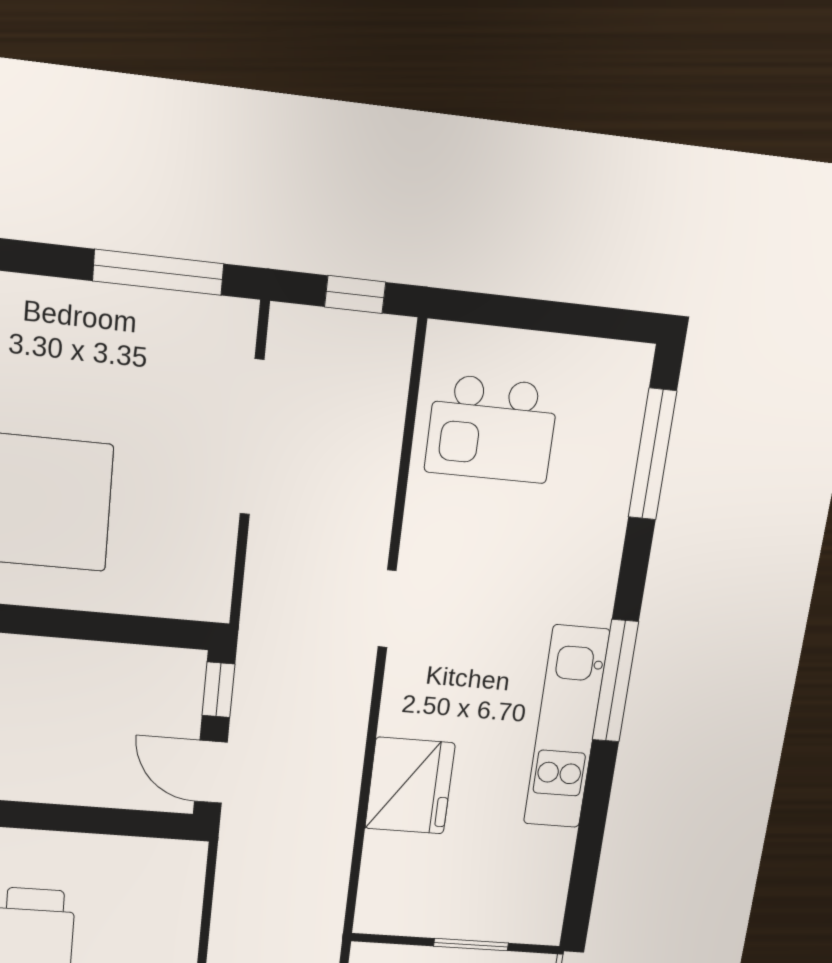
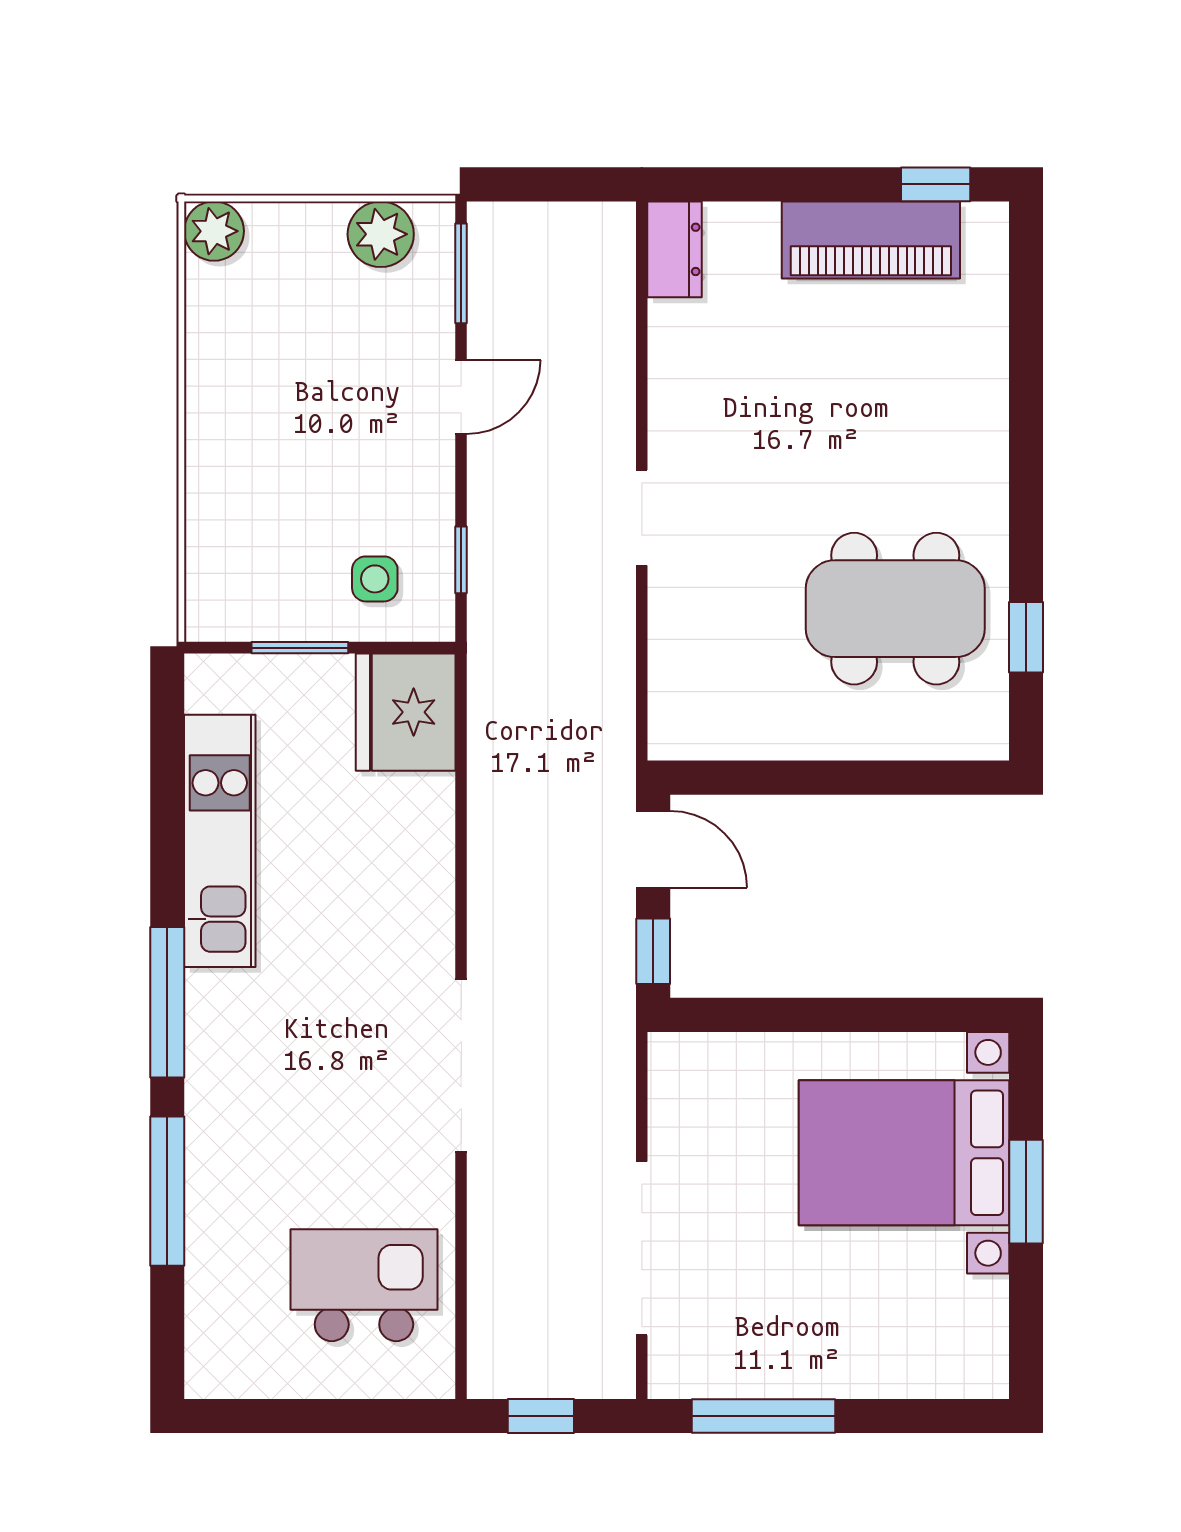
window: (652, 454) -> (167, 1191), moved
doorway: (387, 609) -> (461, 1066), width x1.87
kitchen unit: (566, 728) -> (220, 841), moved
fridge: (410, 786) -> (406, 712), moved

